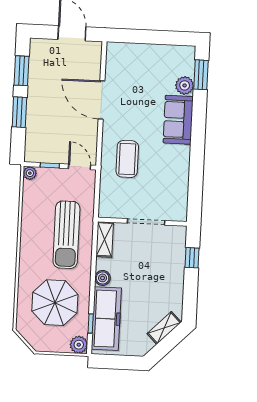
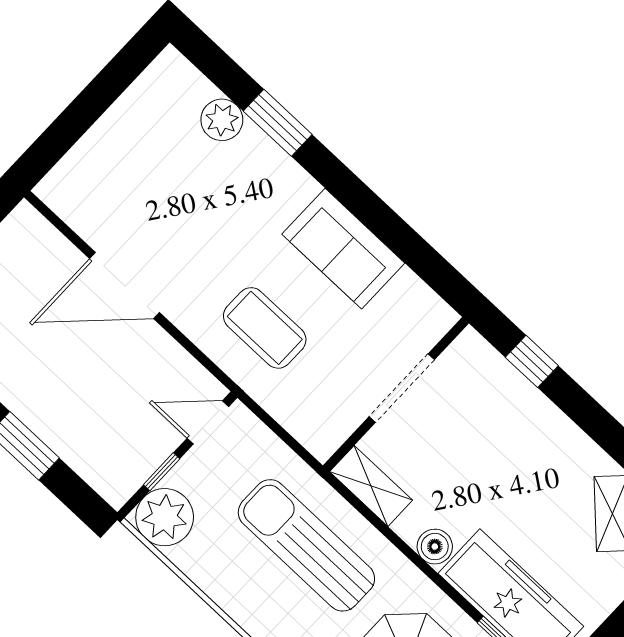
window: (201, 75) -> (278, 123), moved
sofa: (178, 120) -> (343, 249), moved
plant: (30, 173) -> (165, 517), width x1.87, depth x1.87
sun lounger: (66, 235) -> (306, 545), turned 180

